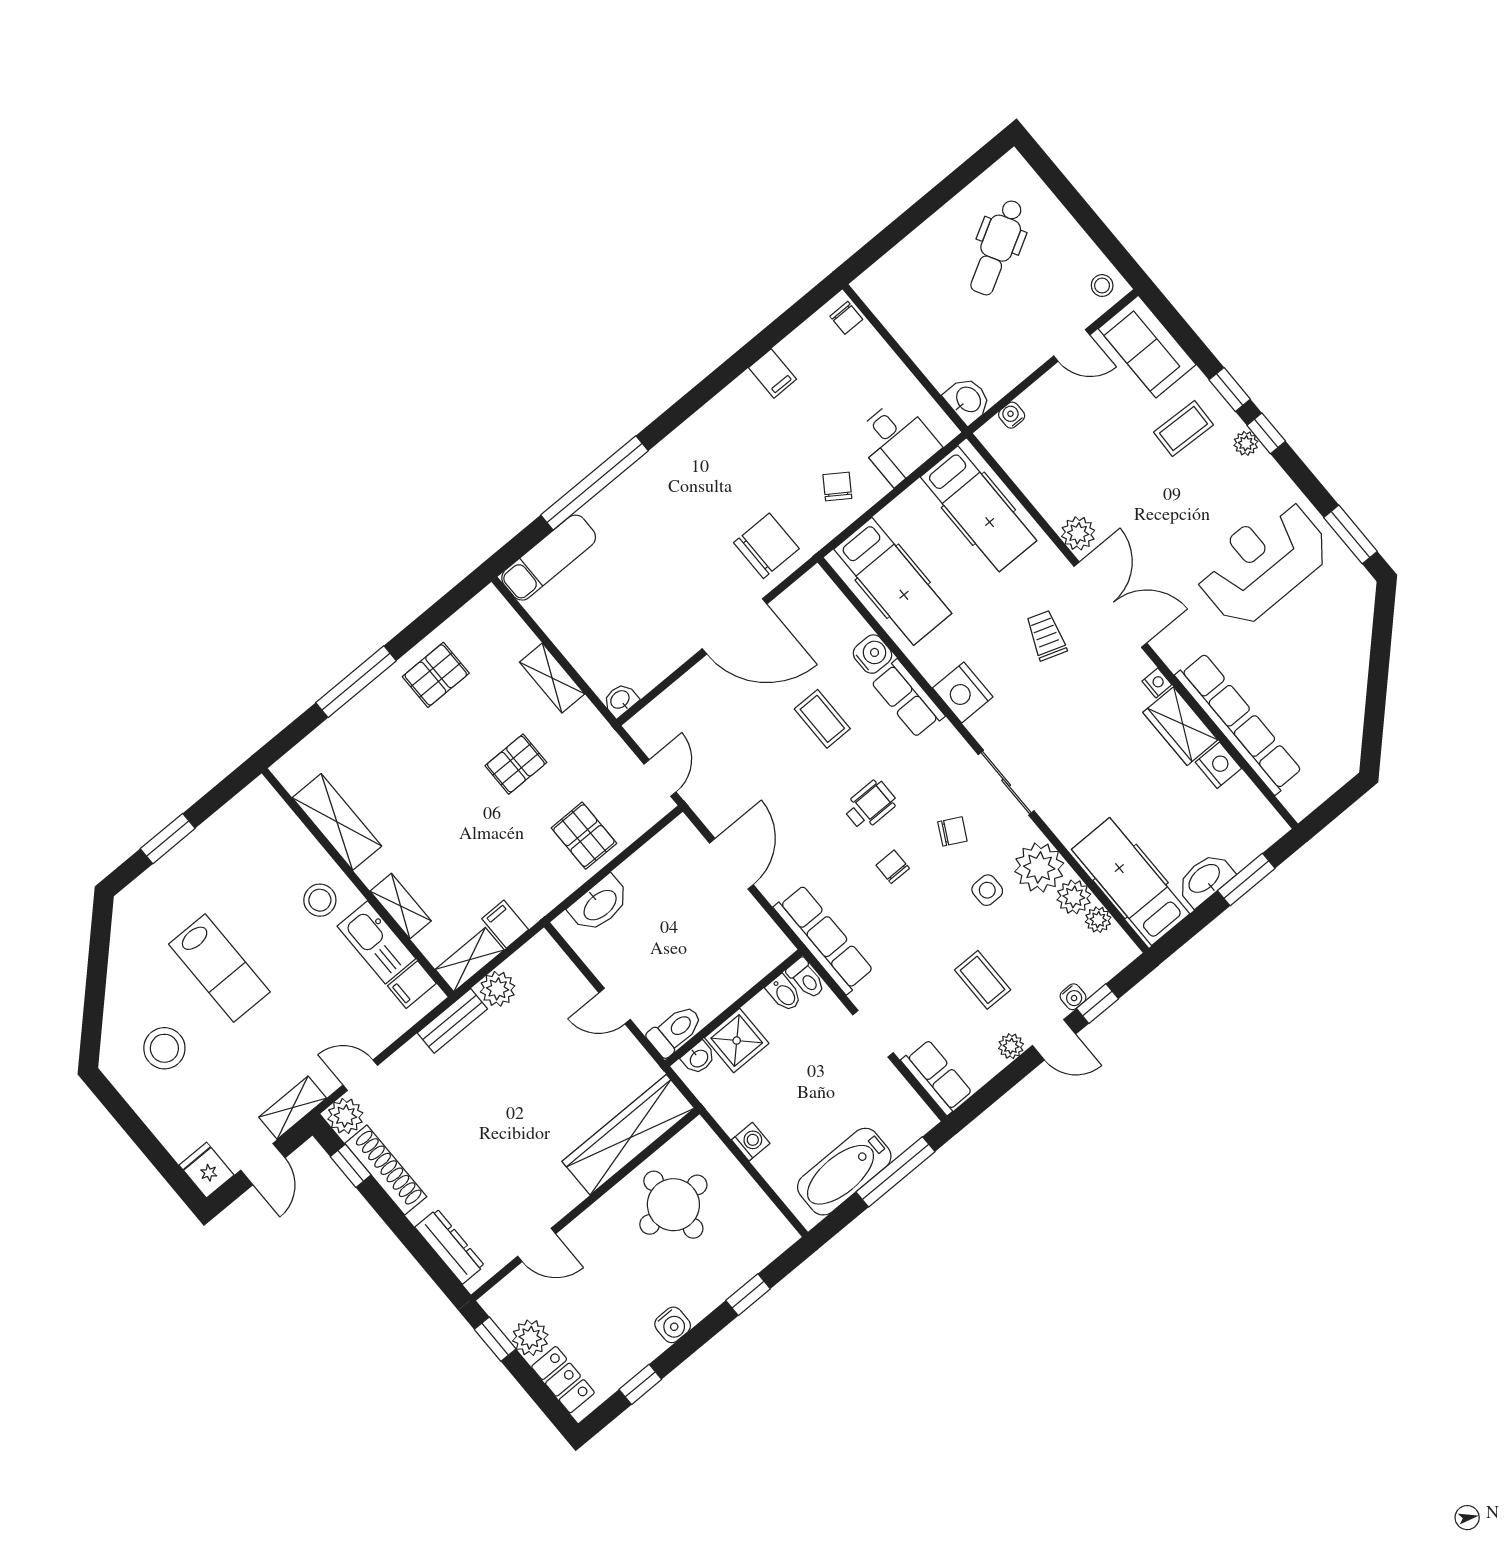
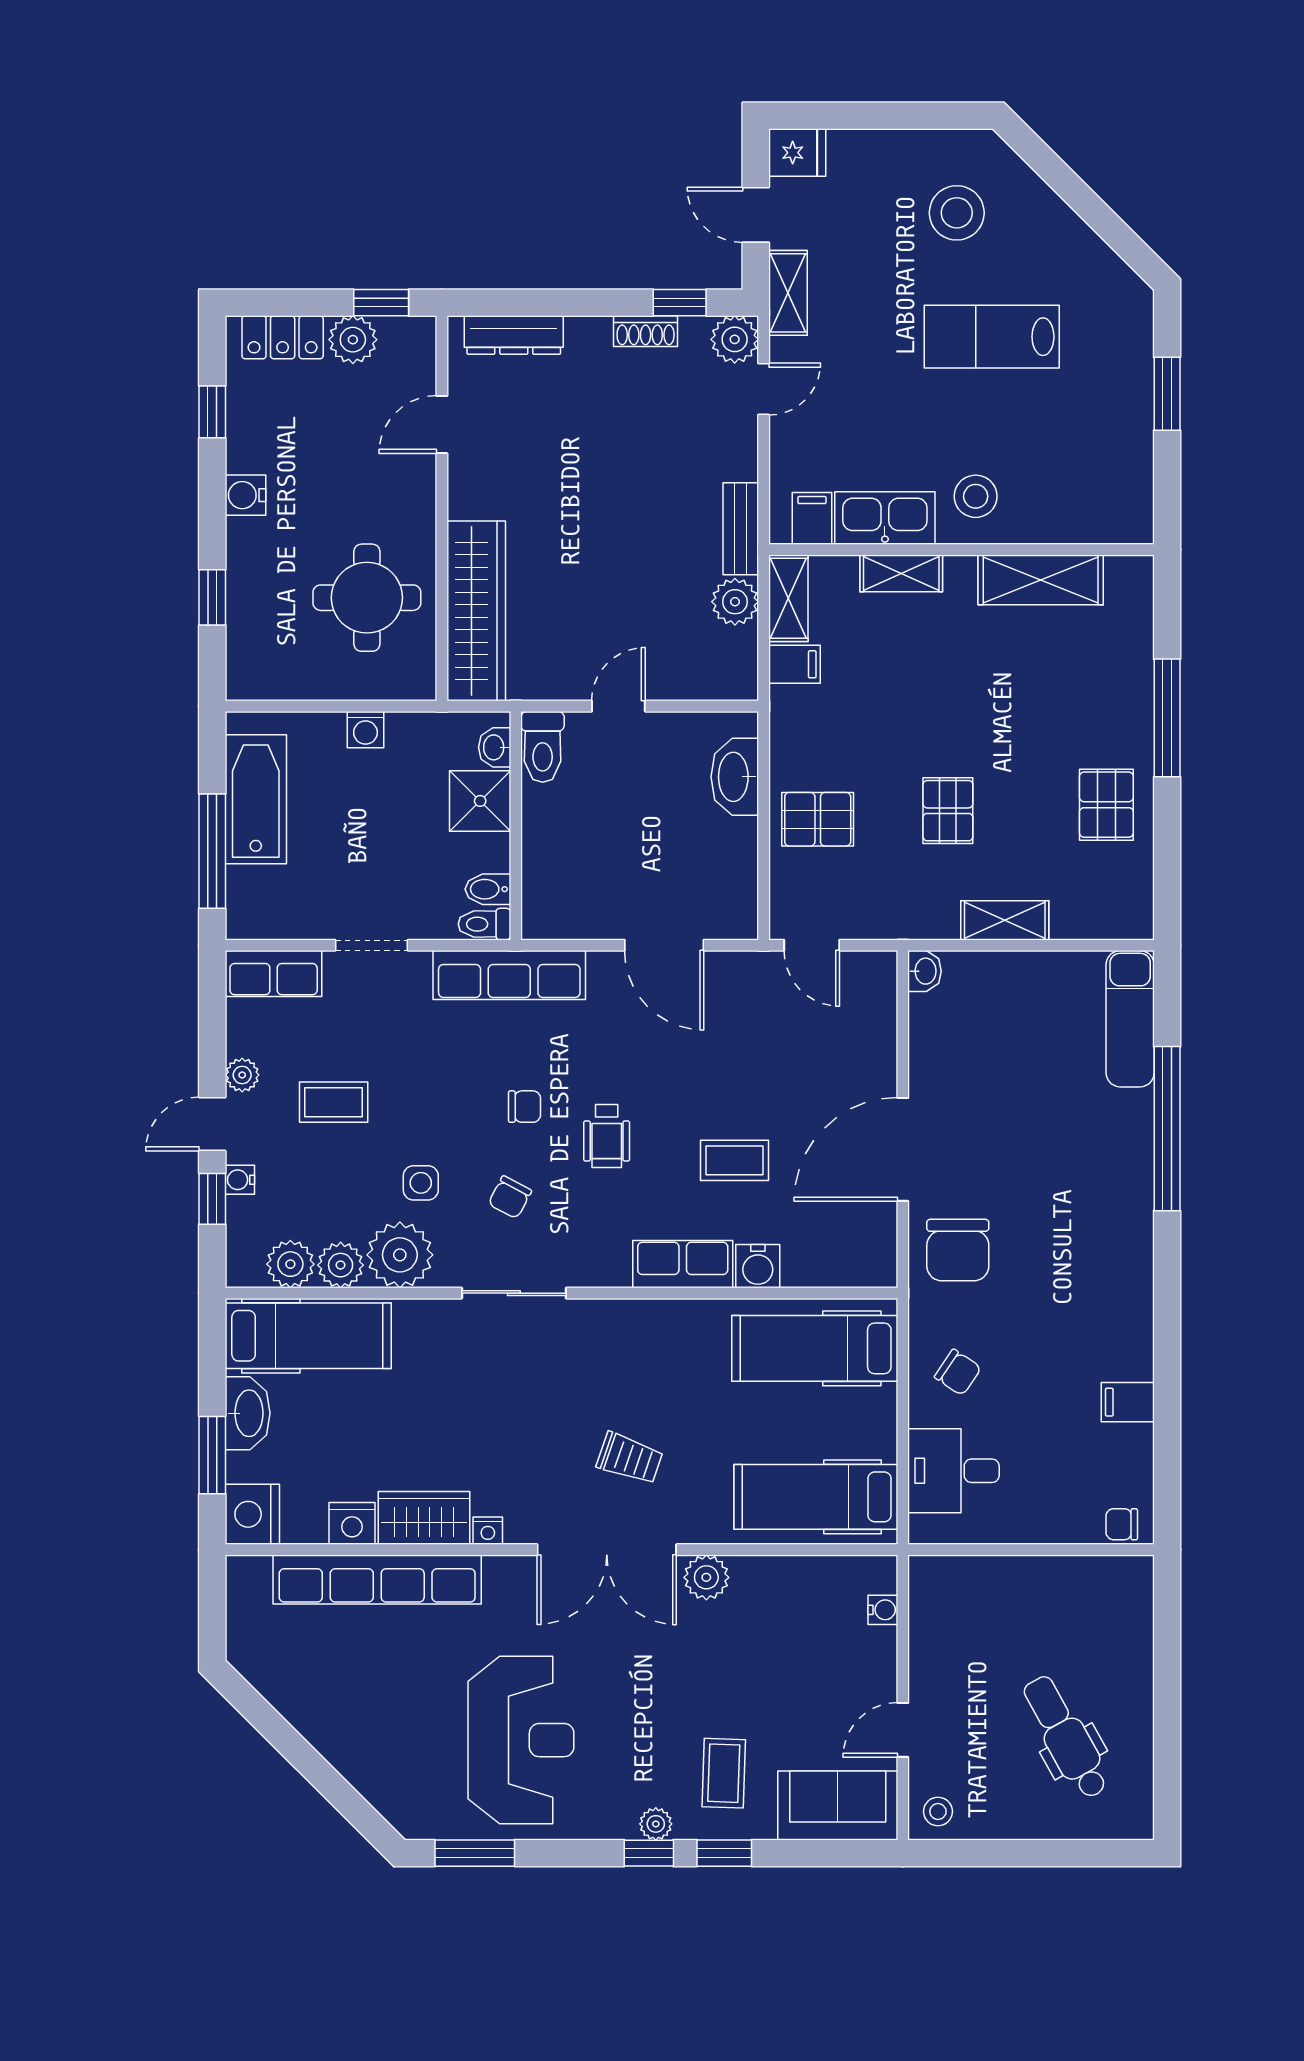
washbasin: (968, 400) -> (935, 1578), removed
nightstand: (963, 692) -> (252, 1514), moved, turned -90
plant: (1098, 920) -> (290, 1264), width x1.38, depth x1.38
shoe rack: (386, 1170) -> (646, 331), width x0.51, depth x0.81

